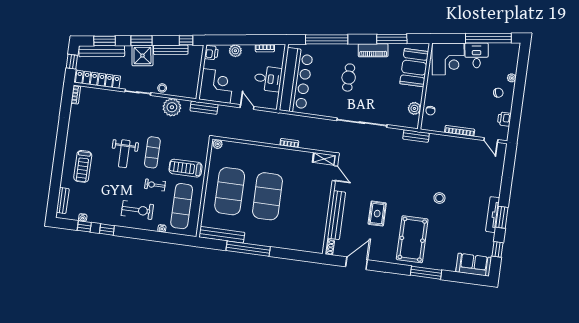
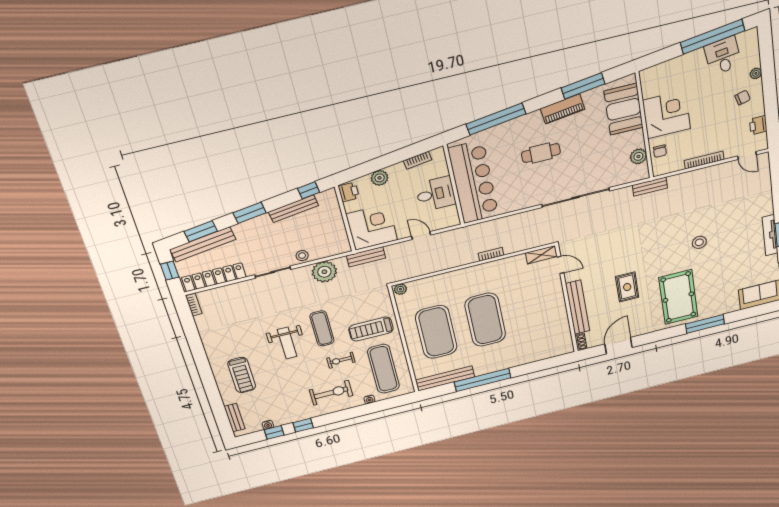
desk: (477, 55) -> (723, 56), moved
shower: (142, 56) -> (259, 229), removed
corner desk: (448, 59) -> (667, 114), moved, turned -82
cafe table: (349, 78) -> (541, 153), turned 90

